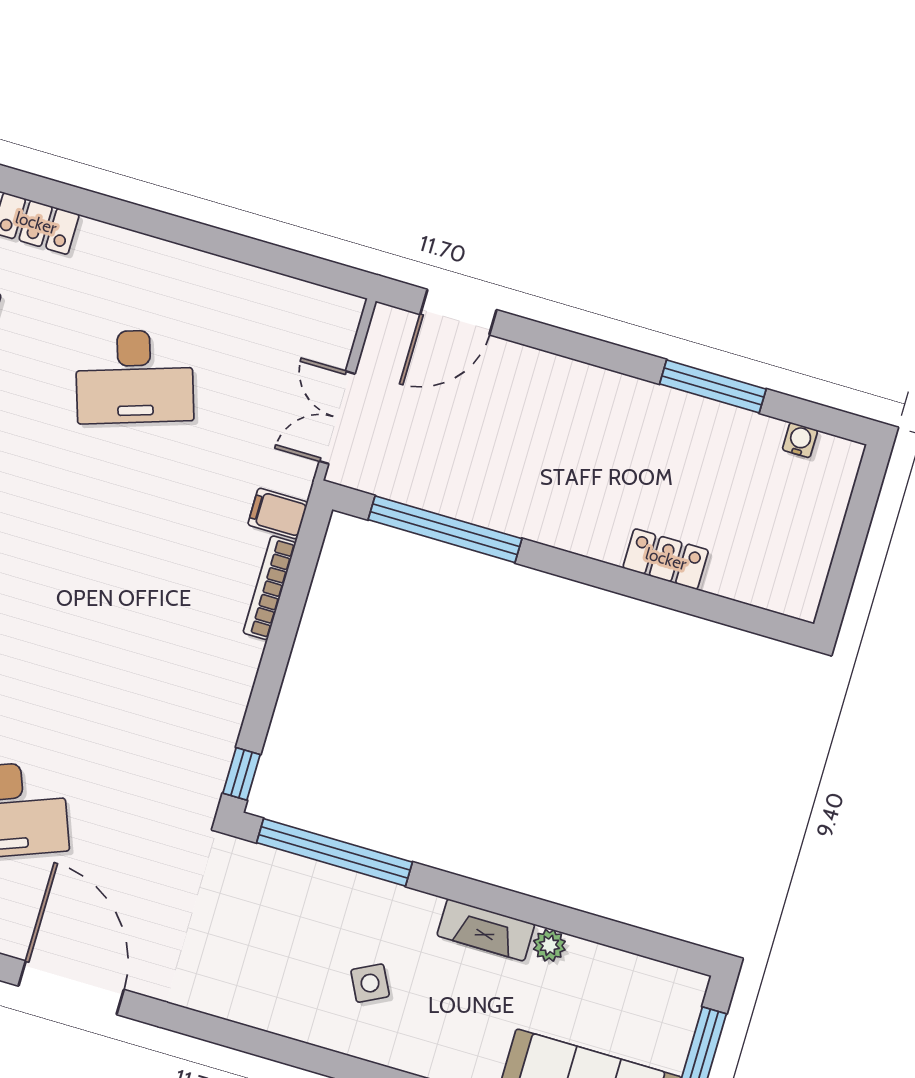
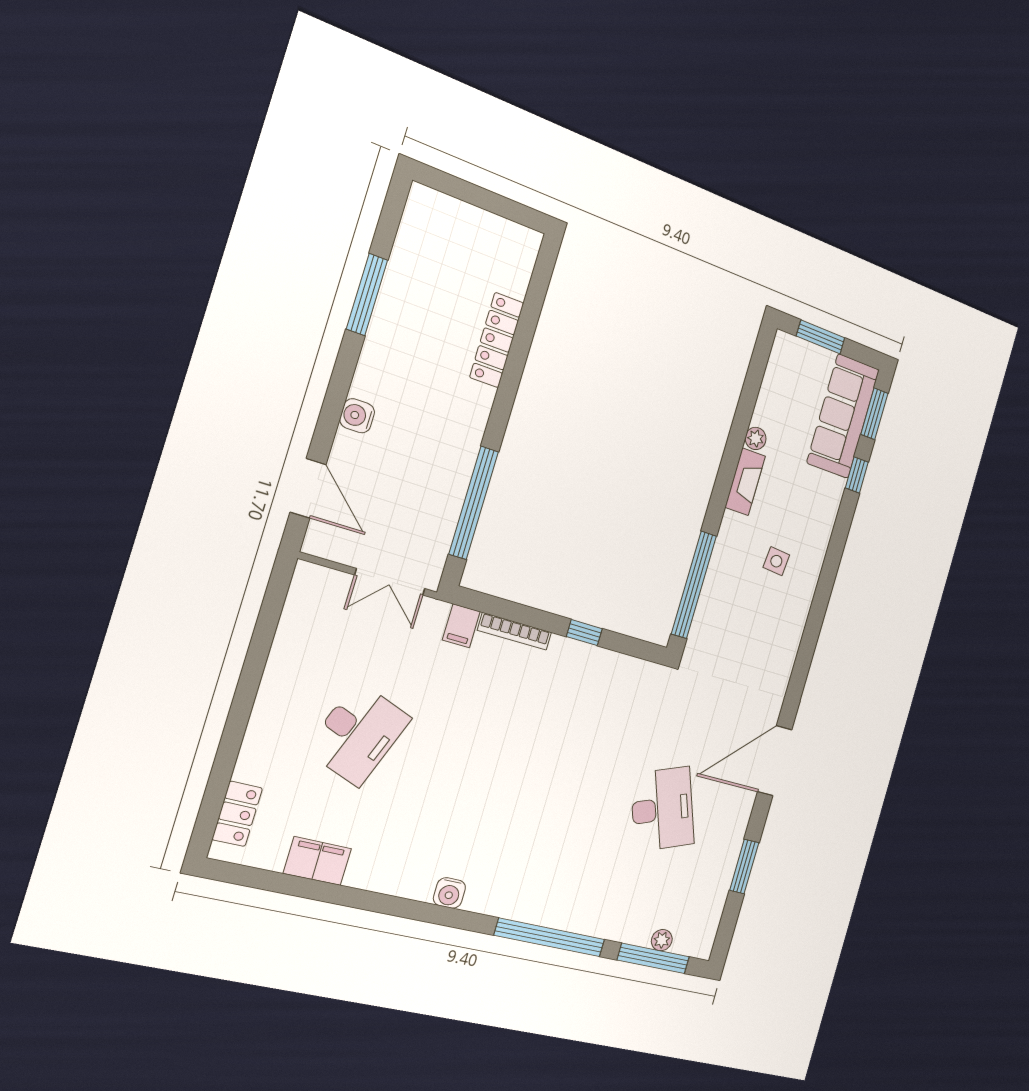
desk: (135, 377) -> (358, 734), turned 39
water cooler: (800, 440) -> (357, 416), moved, width x1.38, depth x1.38
locker: (666, 559) -> (497, 340), width x1.53
window: (242, 774) -> (584, 633), moved
side table: (370, 983) -> (776, 561), turned 32

